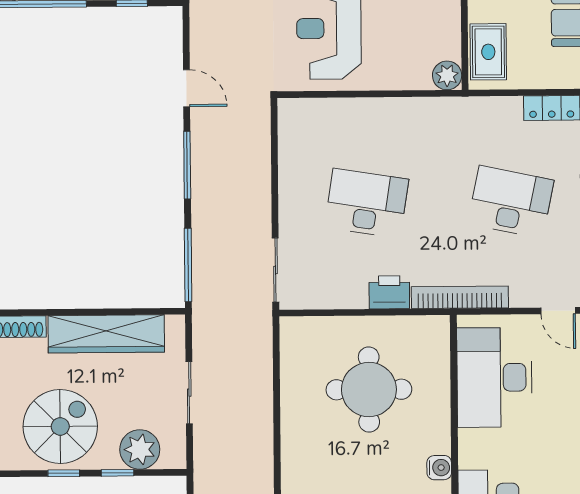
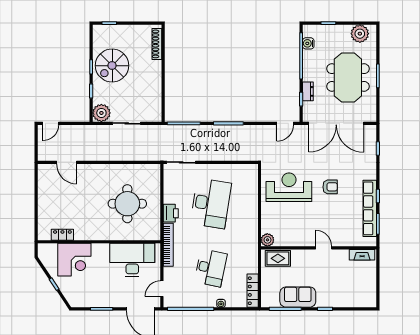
door: (187, 88) -> (285, 123), moved
desk: (367, 203) -> (211, 203), width x1.36, depth x1.30
wardrobe: (106, 334) -> (153, 86), removed
spiral stairs: (60, 426) -> (112, 66), turned 90
plant: (140, 449) -> (101, 113), moved
water cooler: (439, 468) -> (92, 235), removed

